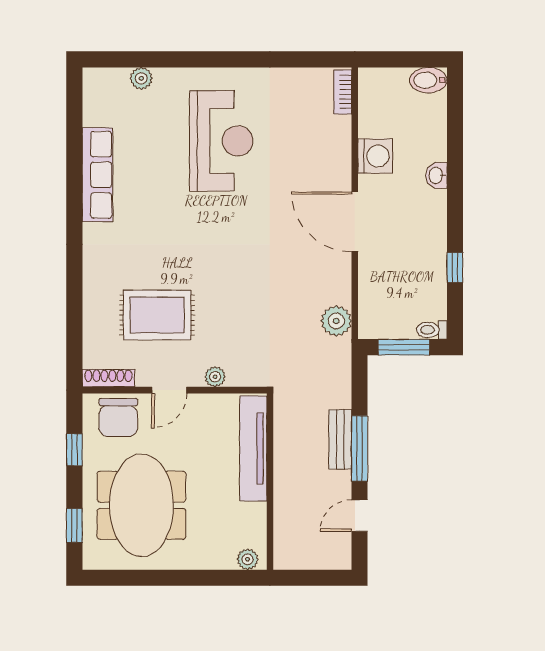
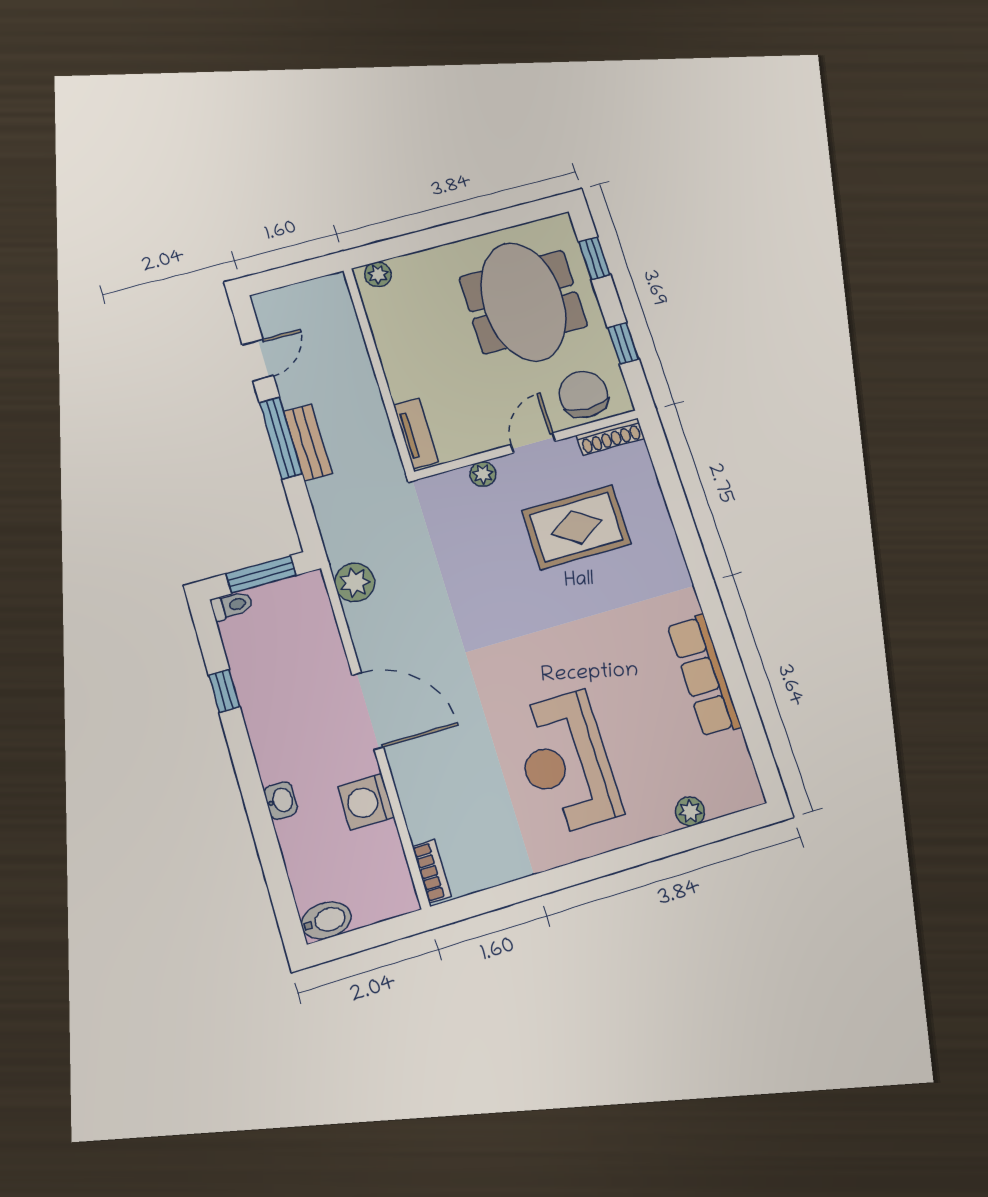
tv unit: (253, 448) -> (416, 433), width x0.52, depth x0.78

